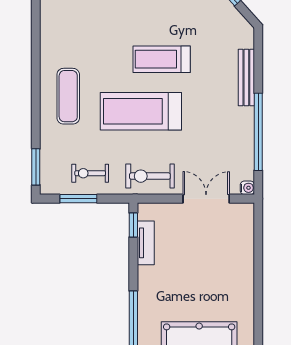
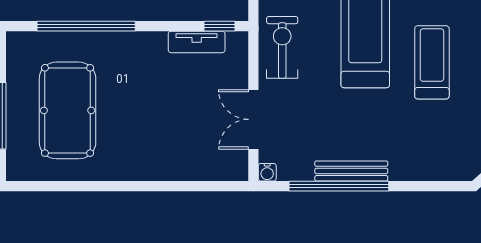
bench: (246, 78) -> (351, 171), moved
double door: (206, 199) -> (253, 119), swing flipped

